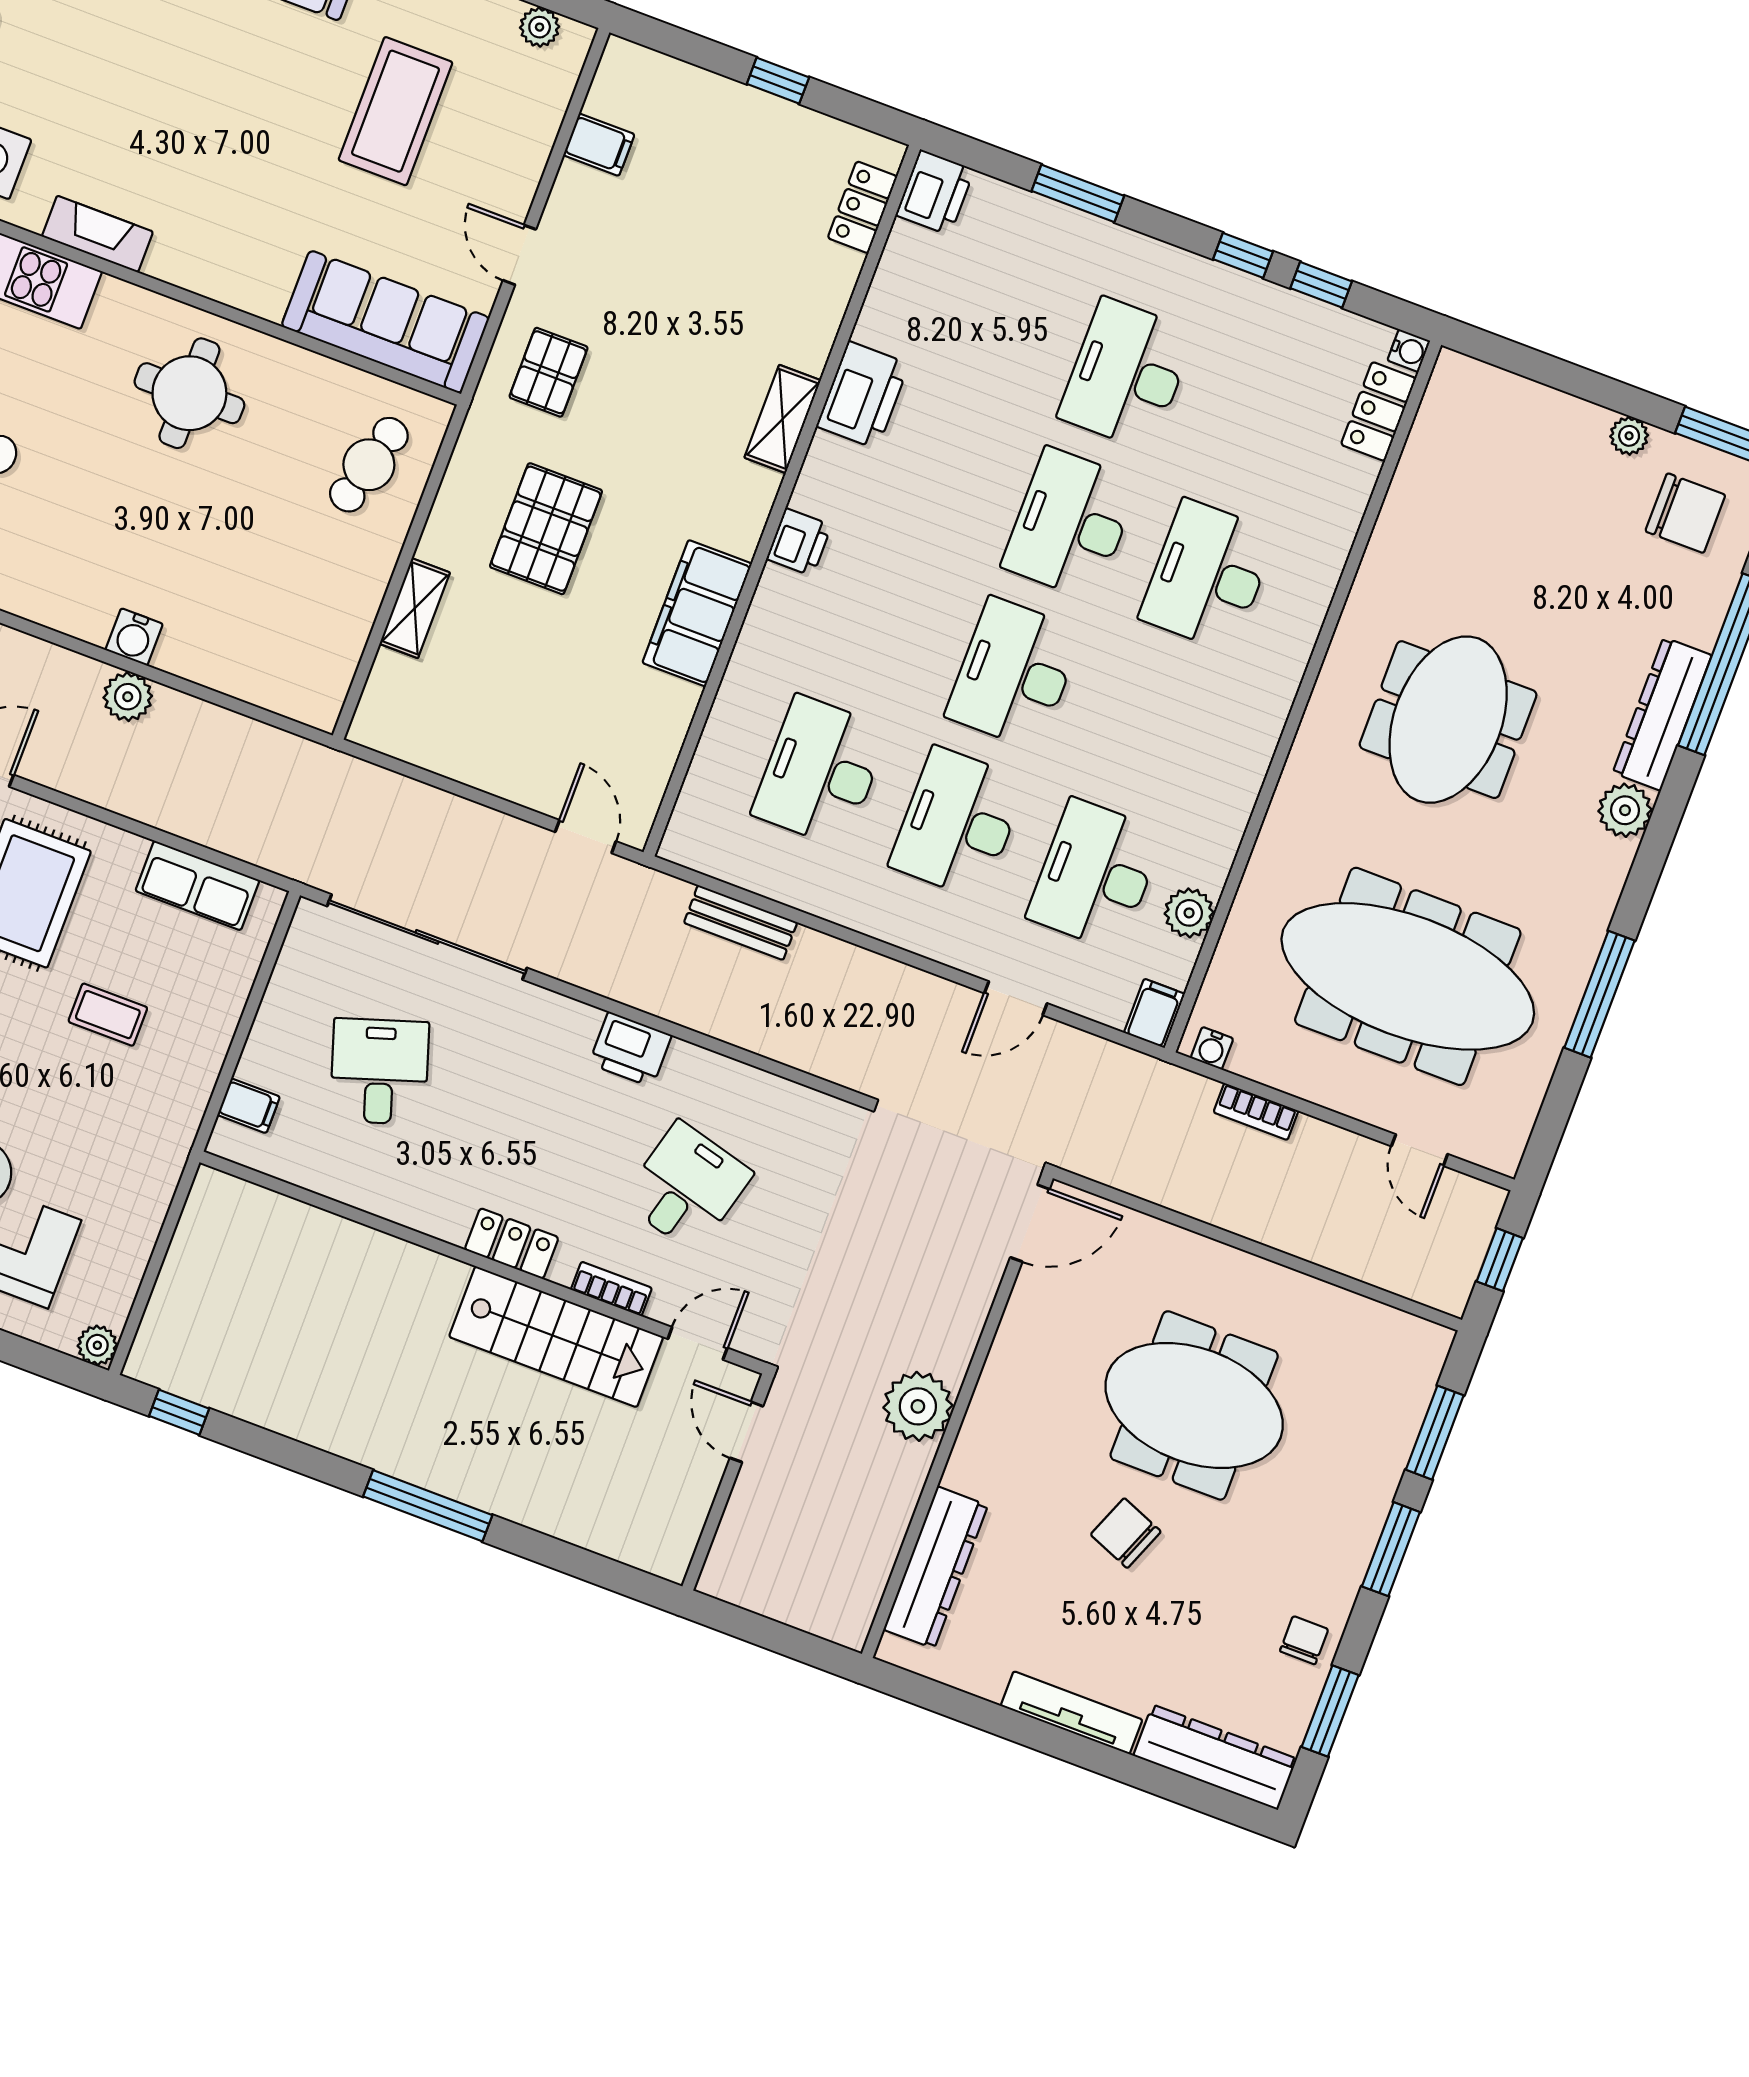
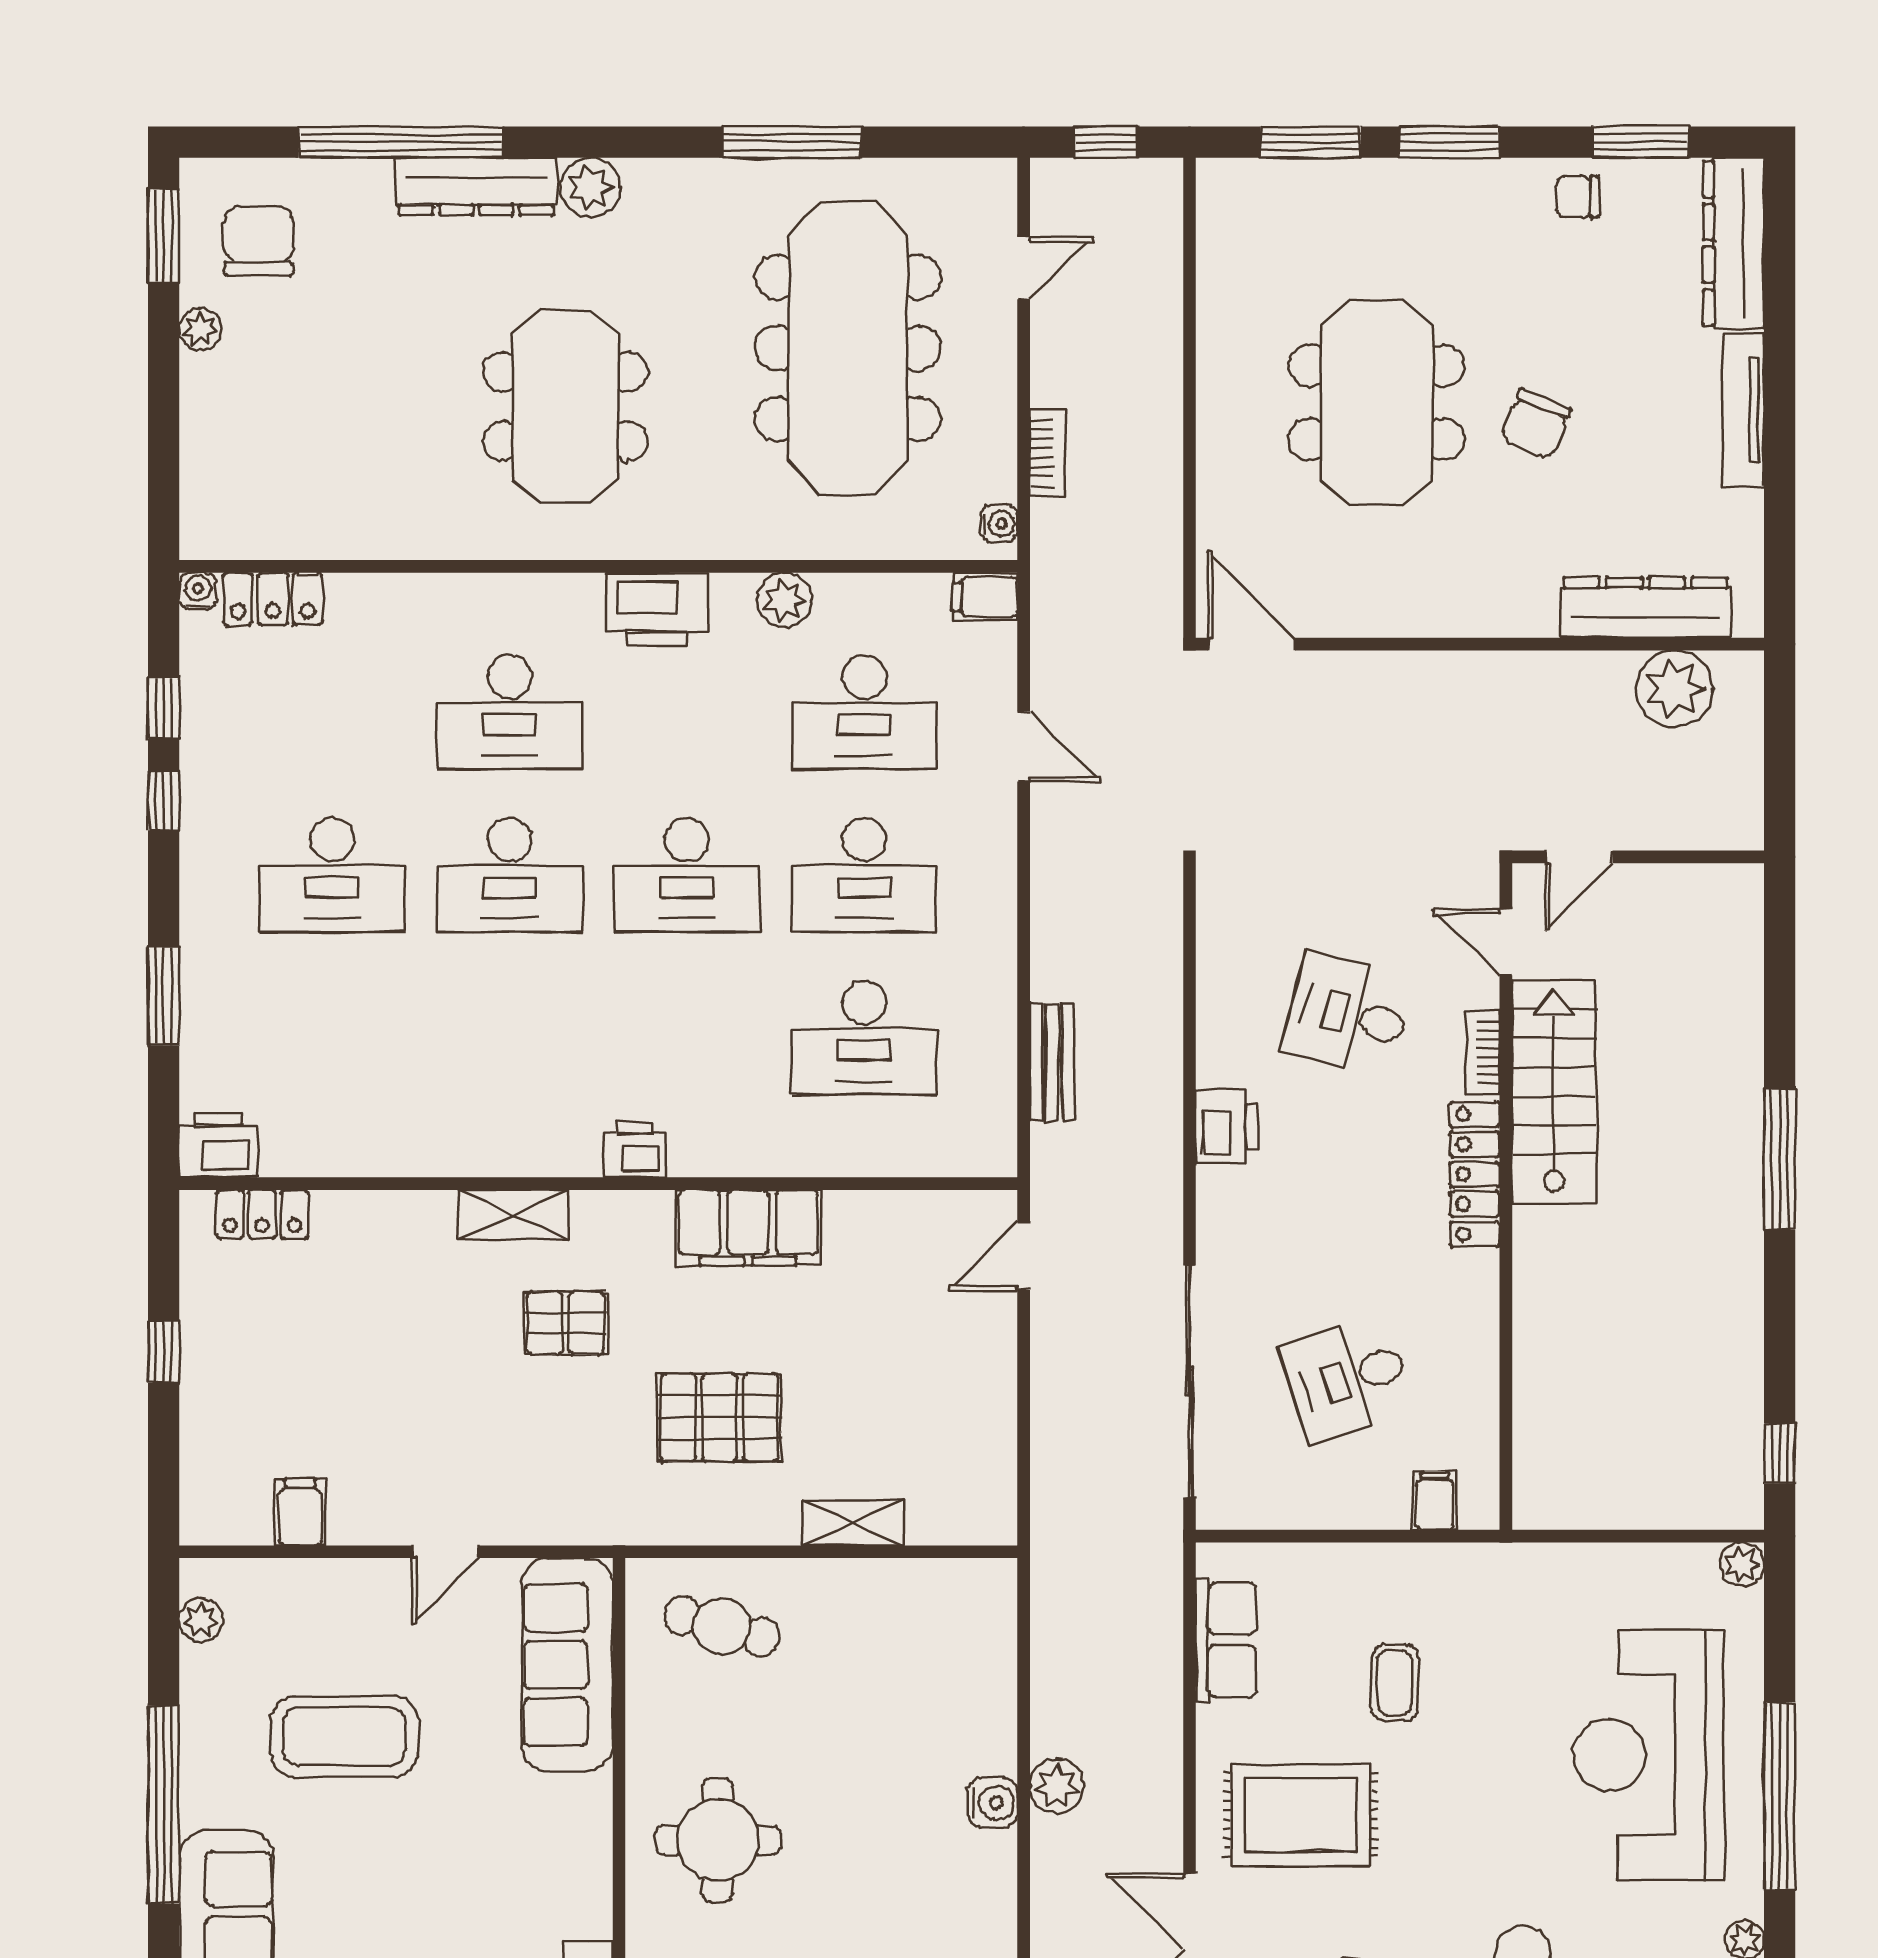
pallet: (549, 372) -> (566, 1323), moved
printer: (863, 395) -> (657, 609), moved, turned 180
meeting table: (1448, 720) -> (566, 407), turned 90
plant: (1189, 913) -> (784, 600), moved
locker: (512, 1244) -> (1475, 1174), width x1.53
plant: (918, 1406) -> (1675, 689), moved

